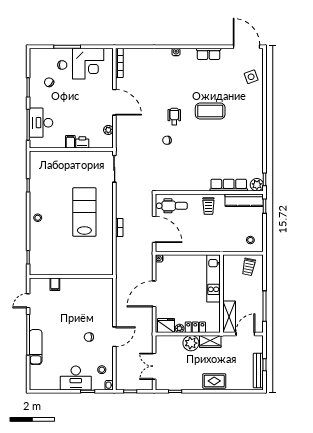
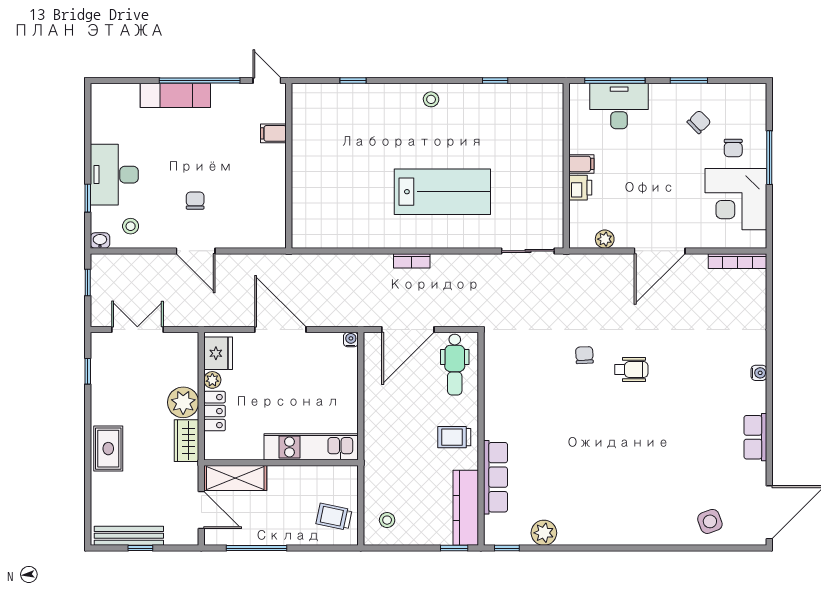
coffee table: (210, 111) -> (642, 441), removed
plant: (257, 185) -> (544, 533), moved
wall: (71, 276) -> (289, 166), moved
filing cabinet: (55, 284) -> (273, 133), moved

